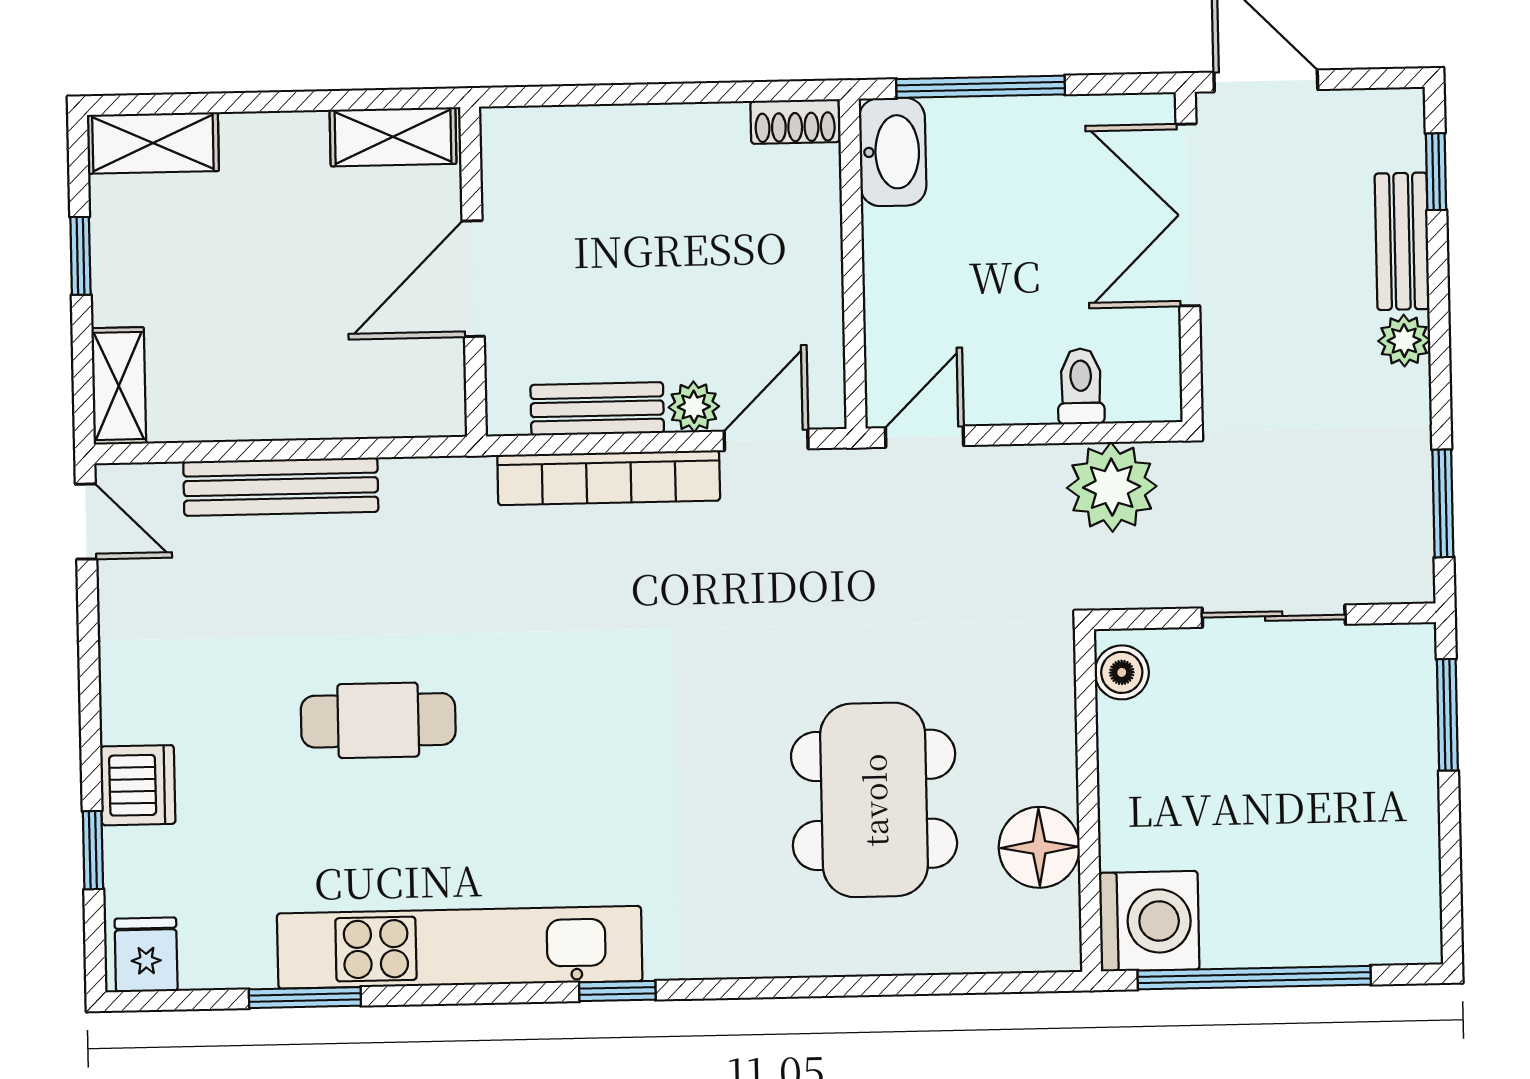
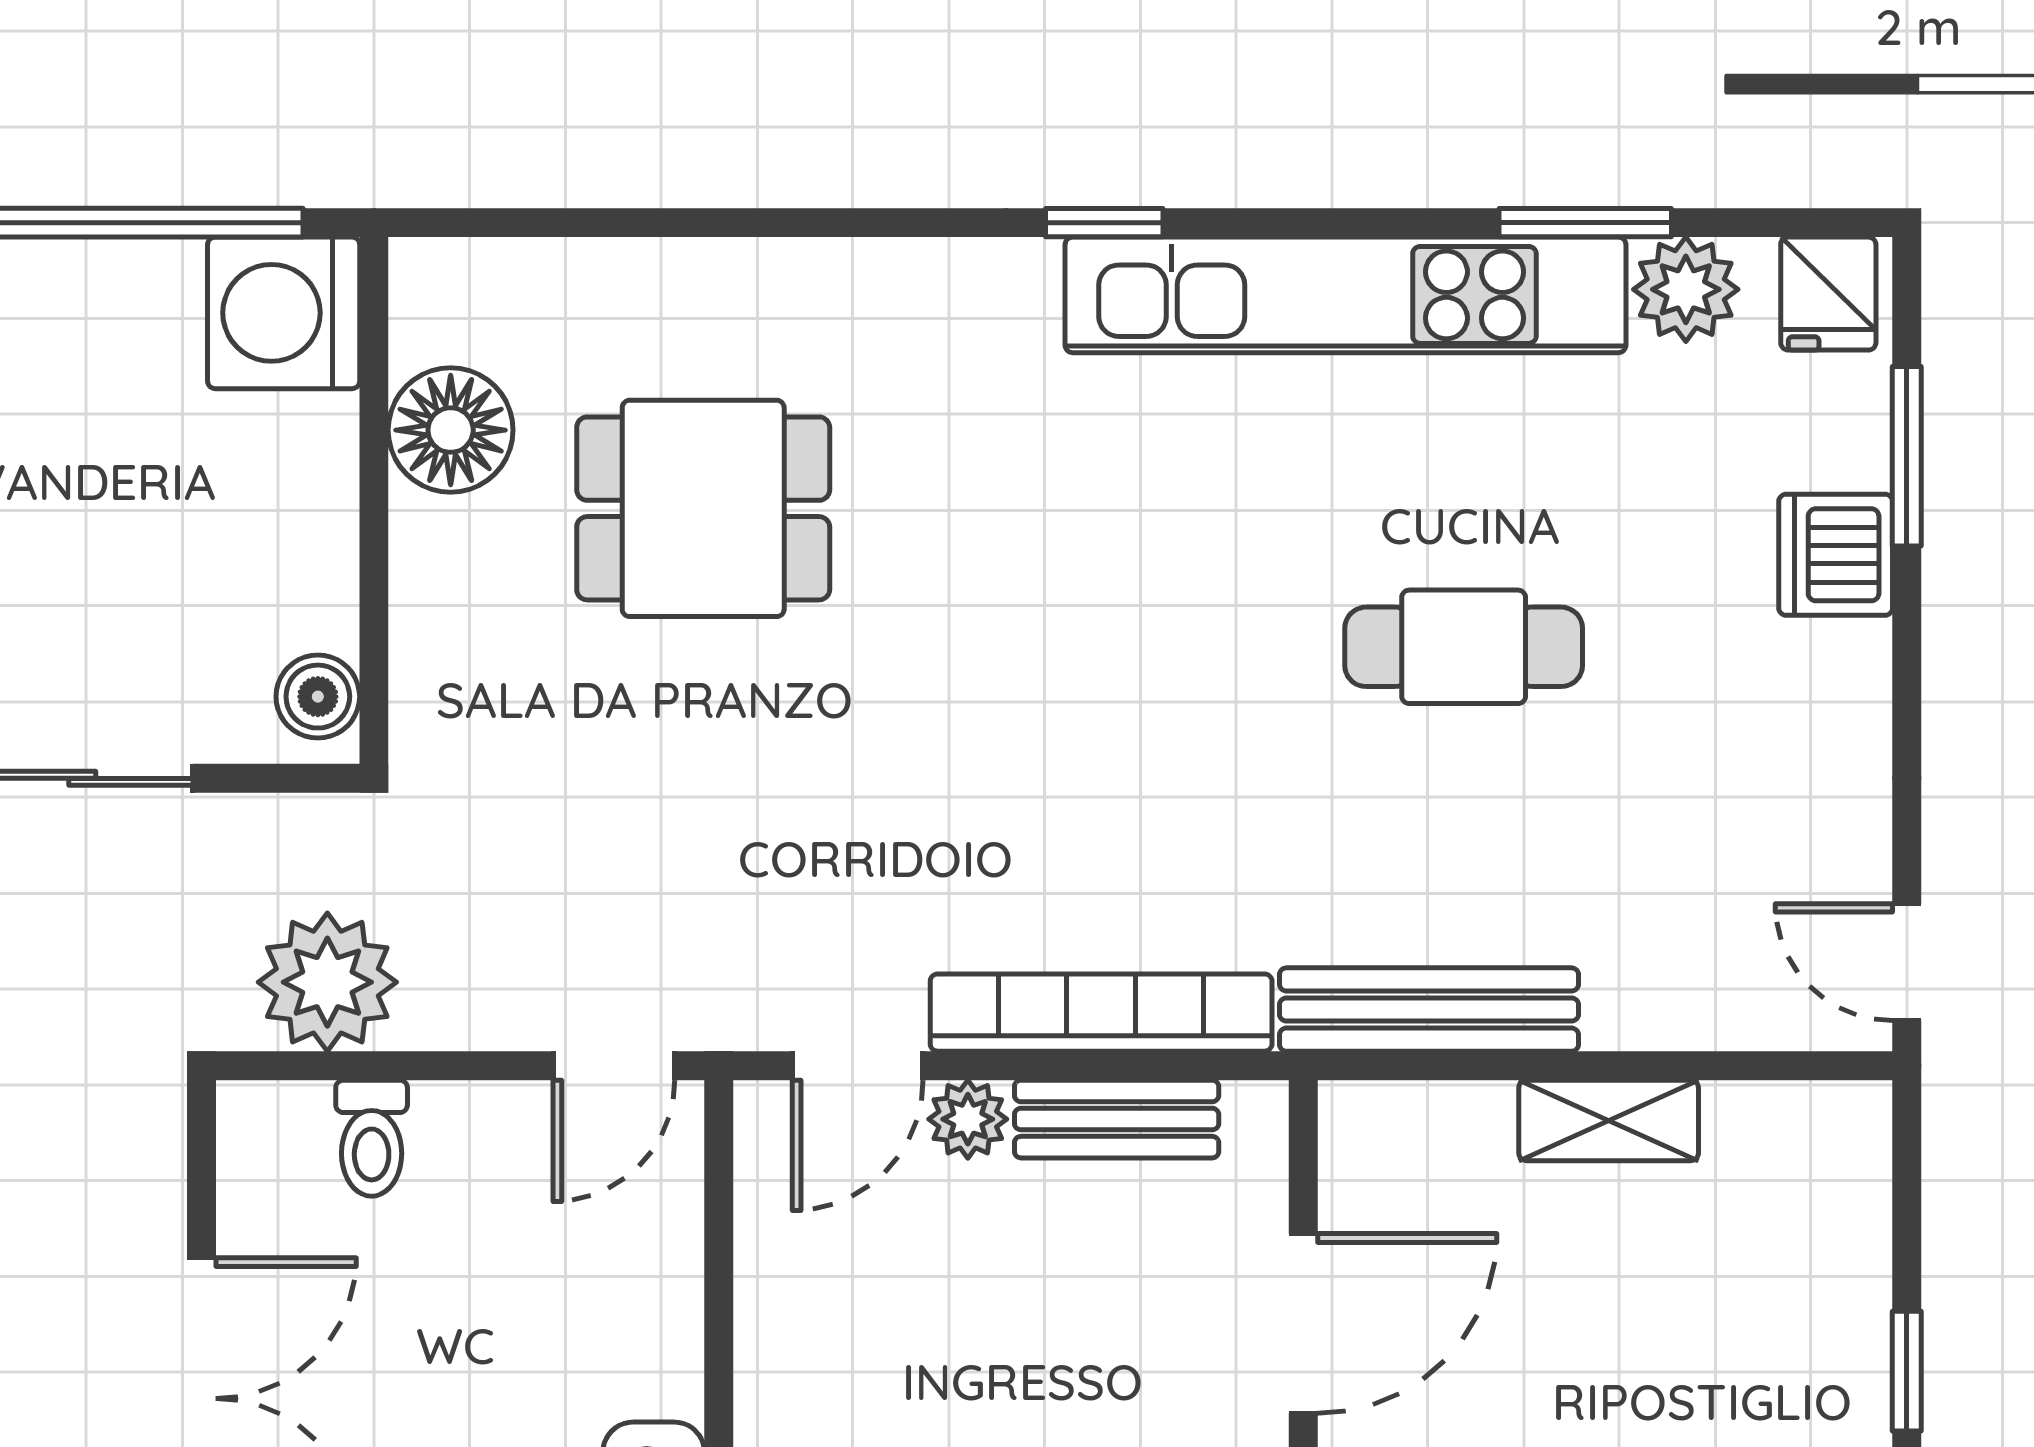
shelving: (119, 386) -> (1609, 1120), moved, turned 90
bench: (281, 487) -> (1429, 1010), moved
dining table: (874, 800) -> (703, 508), width x0.73
window: (93, 850) -> (1907, 456), width x1.50
plant: (239, 956) -> (1686, 289), added

